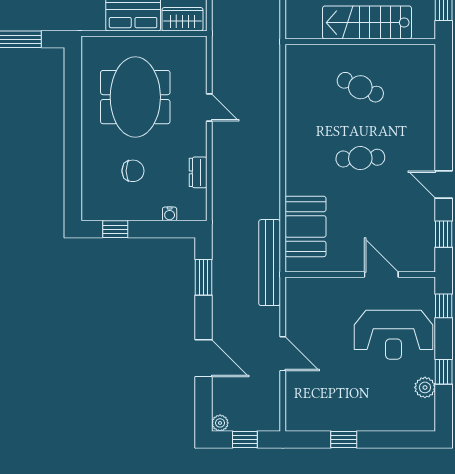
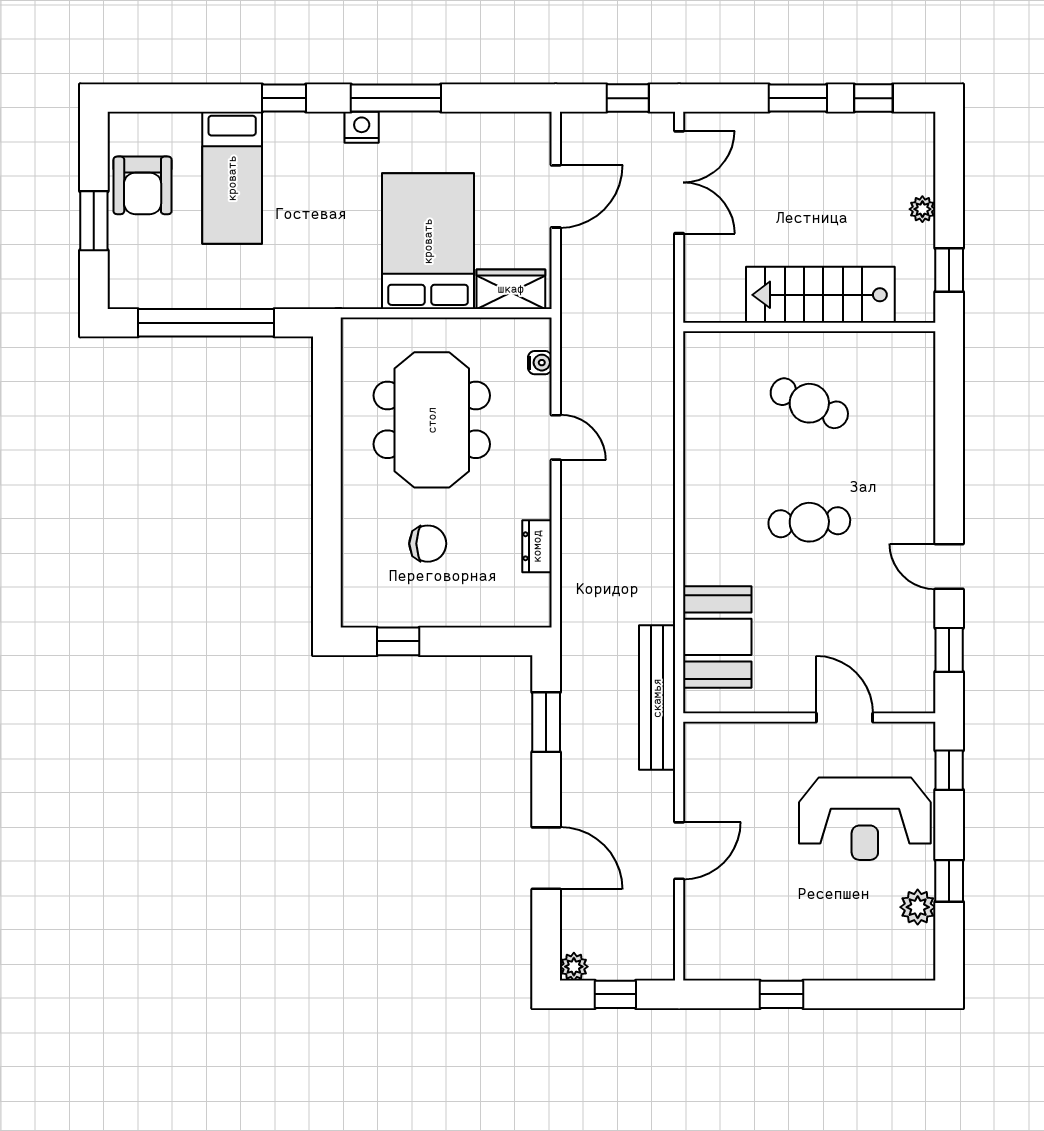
water cooler: (170, 214) -> (540, 363), moved, turned -90
door: (283, 354) -> (679, 851), hinge flipped

